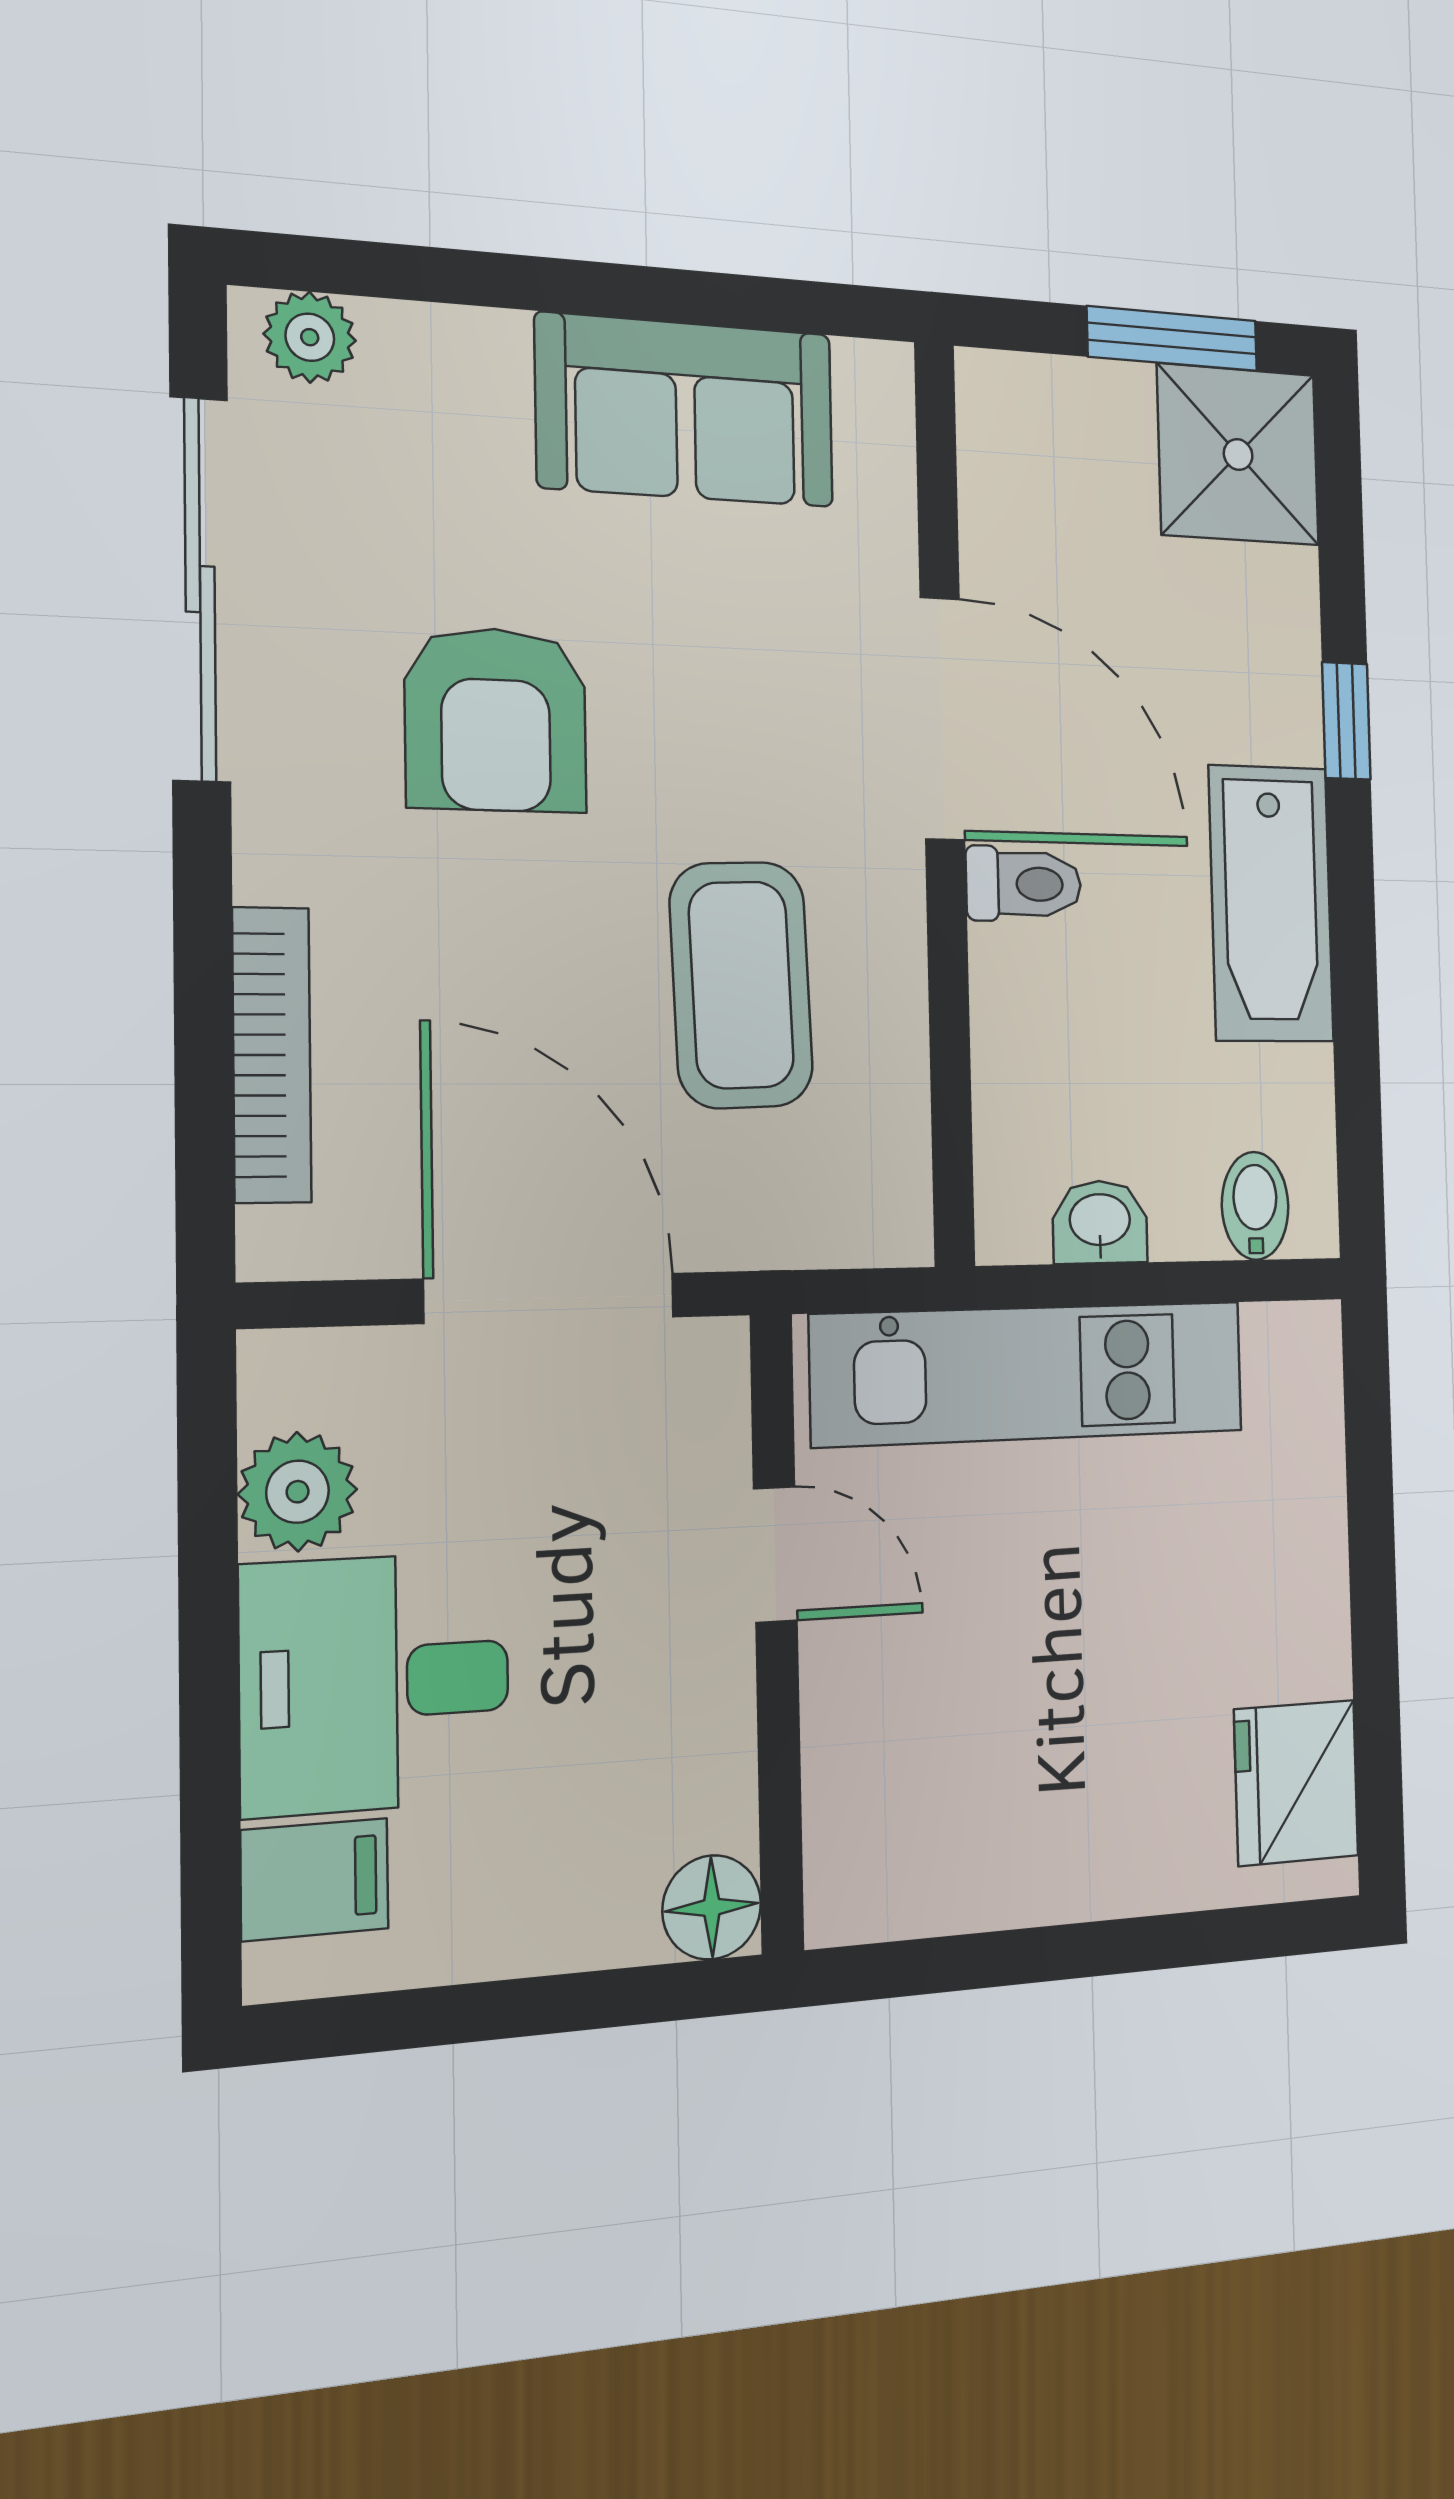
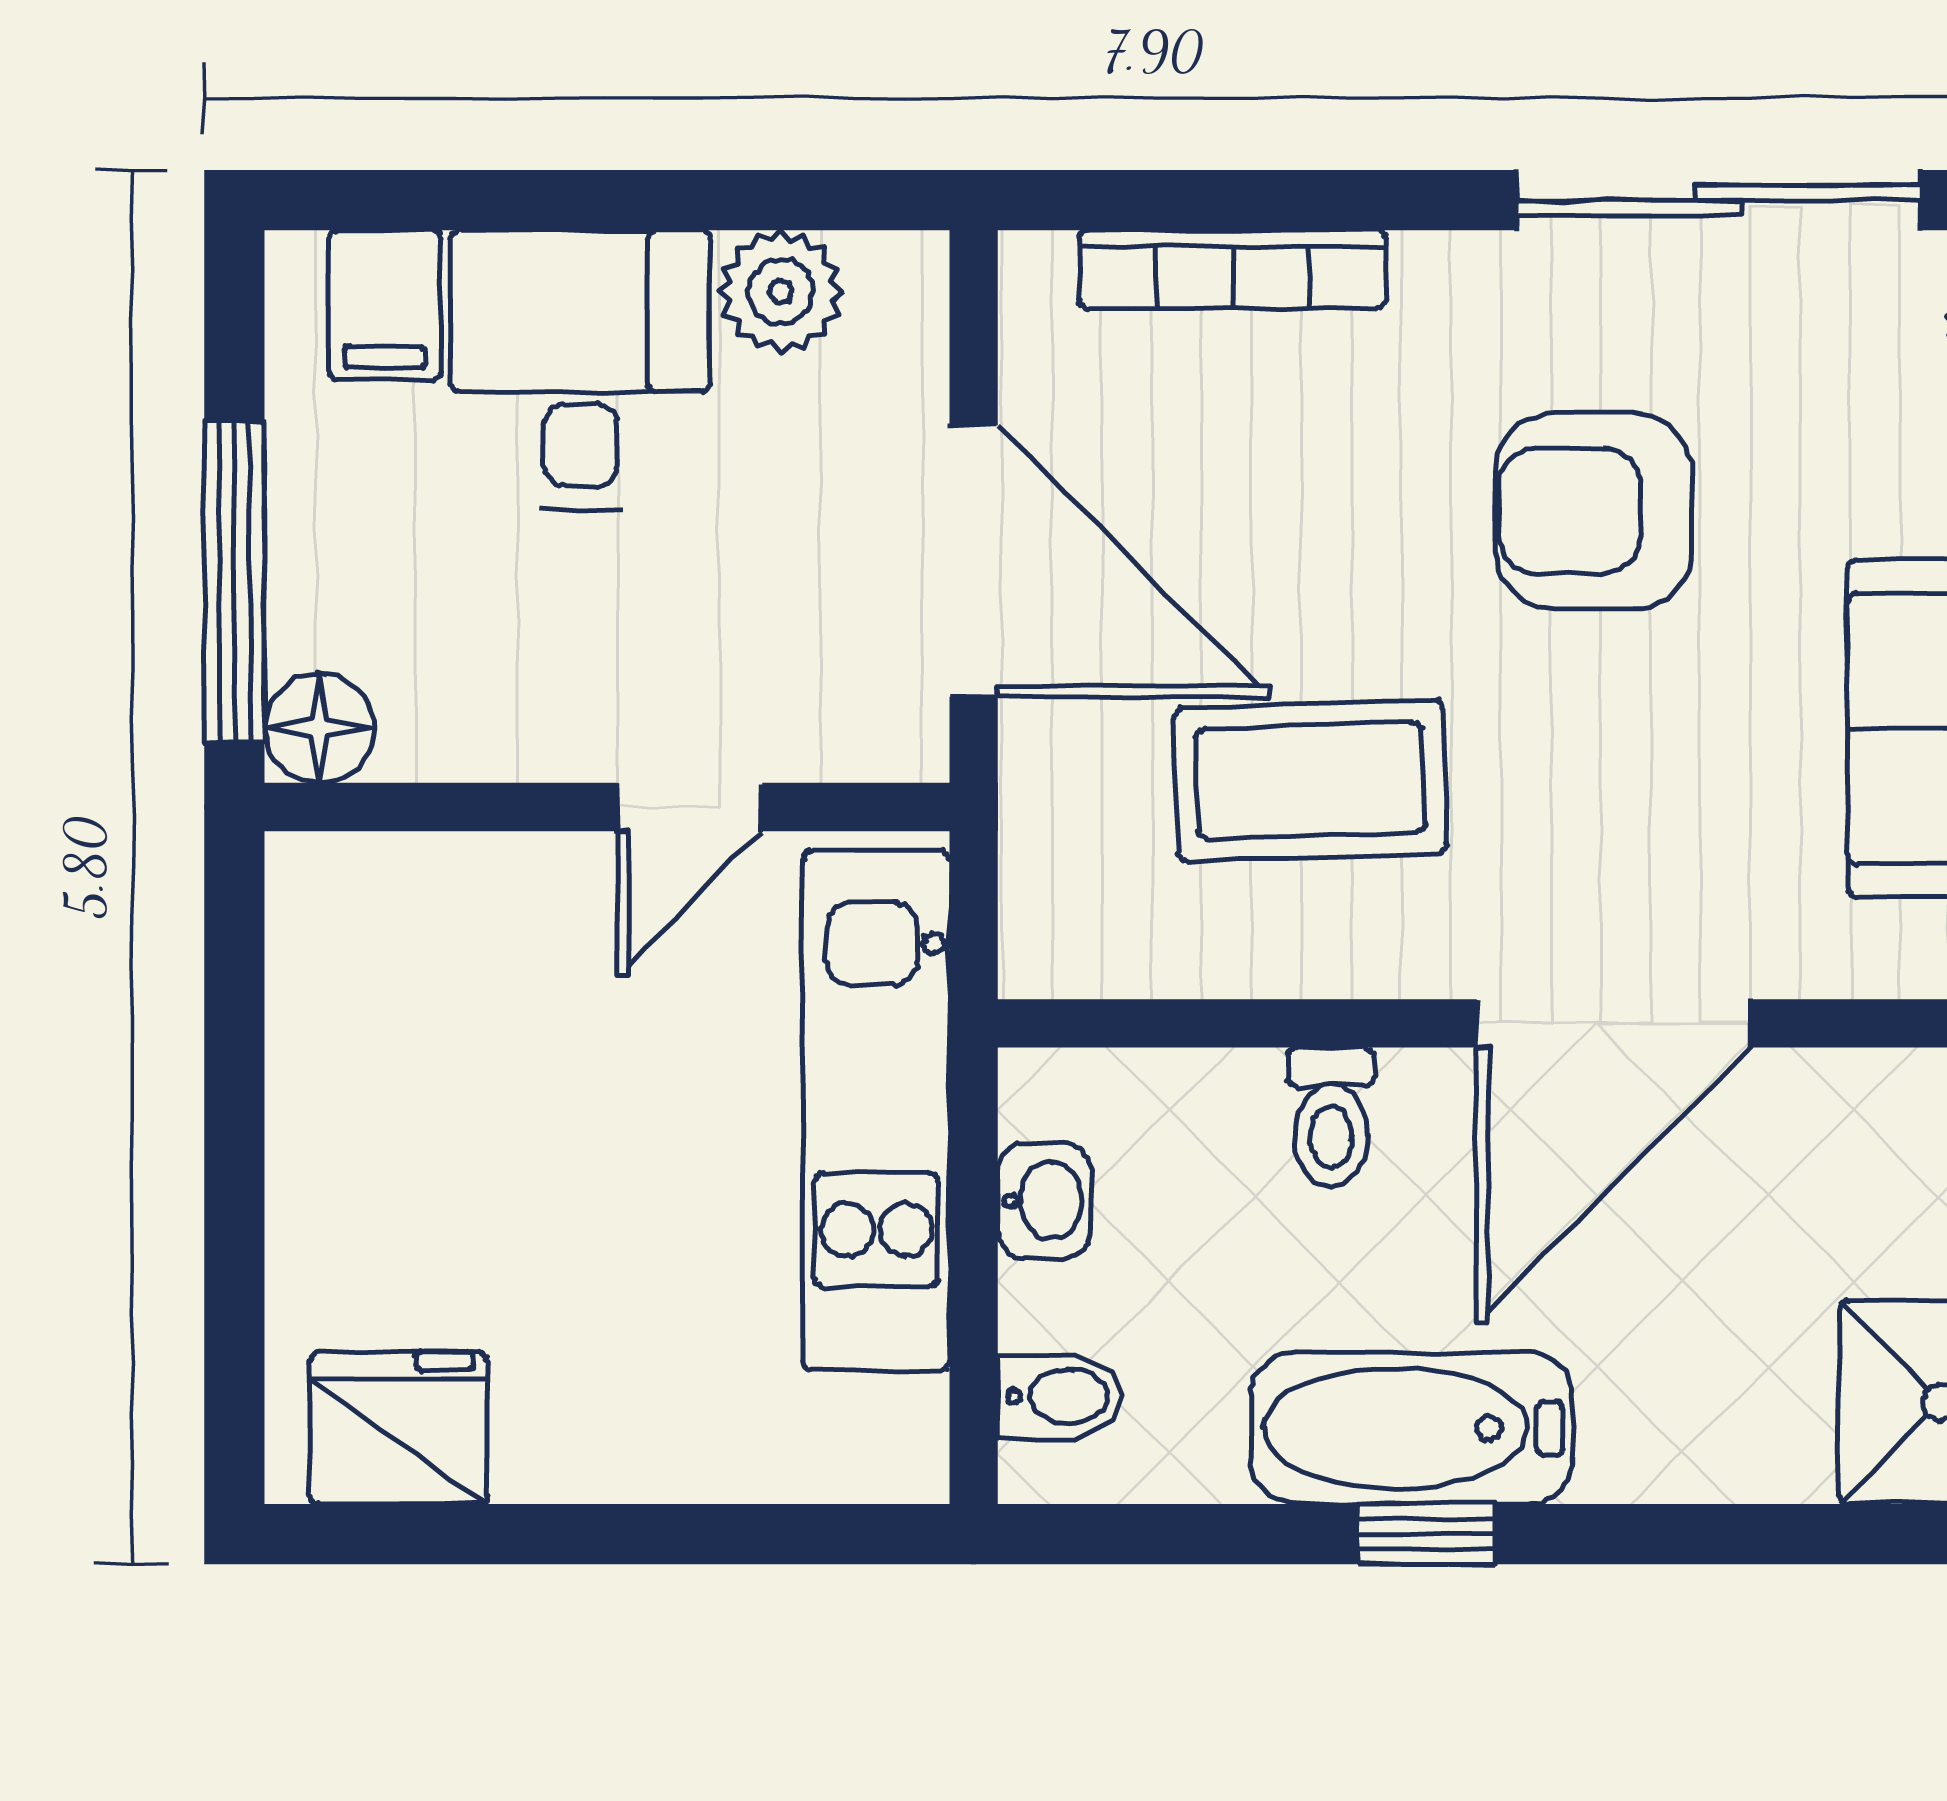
window: (1346, 721) -> (1425, 1534), moved
toilet: (1024, 884) -> (1331, 1117), moved
door: (550, 1298) -> (974, 561), hinge flipped
window: (580, 2002) -> (234, 582), added

